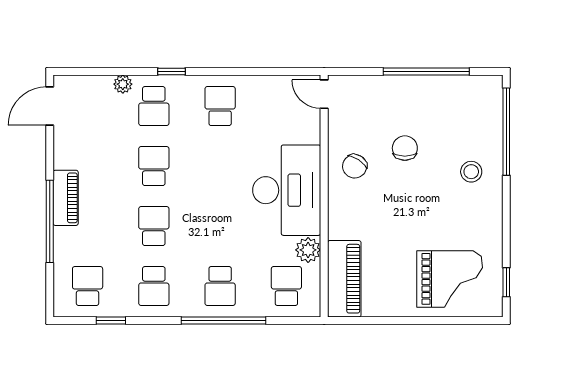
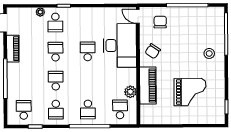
school desk: (220, 106) -> (88, 51), moved
chair: (405, 148) -> (160, 22), moved
desk: (287, 190) -> (120, 45), moved
piano: (66, 198) -> (13, 49), moved
piano: (344, 279) -> (148, 86), moved
grand piano: (450, 279) -> (190, 92), moved

